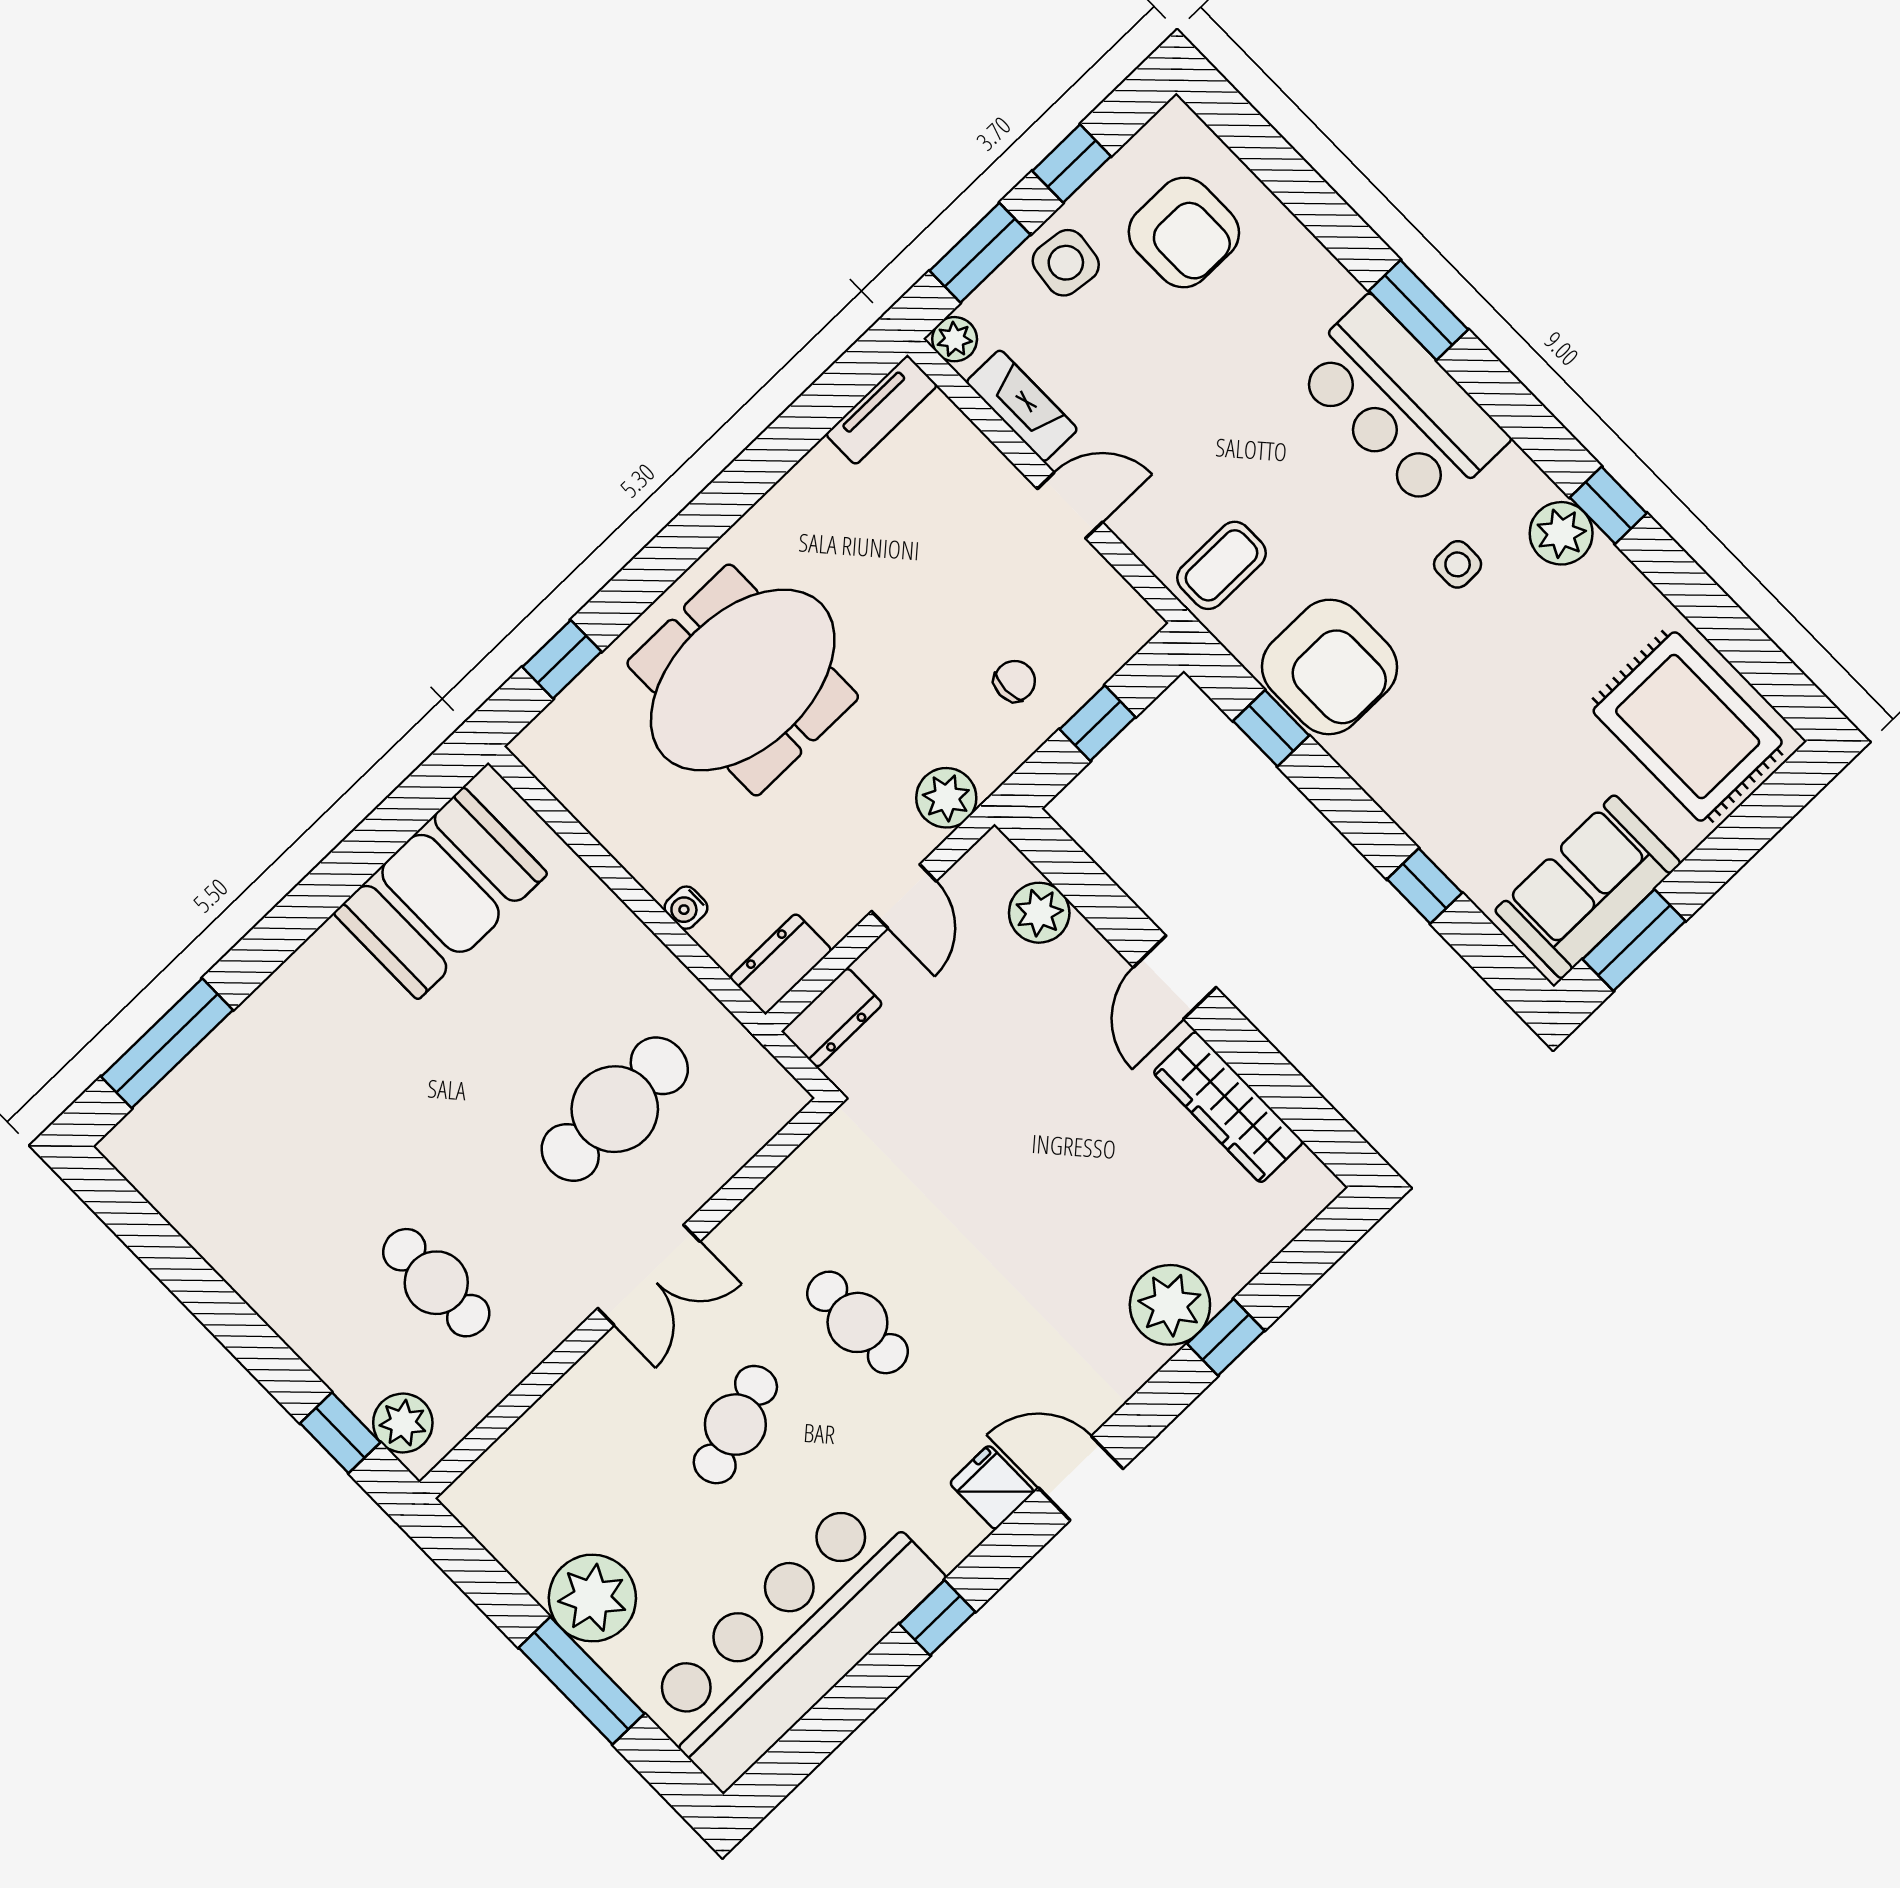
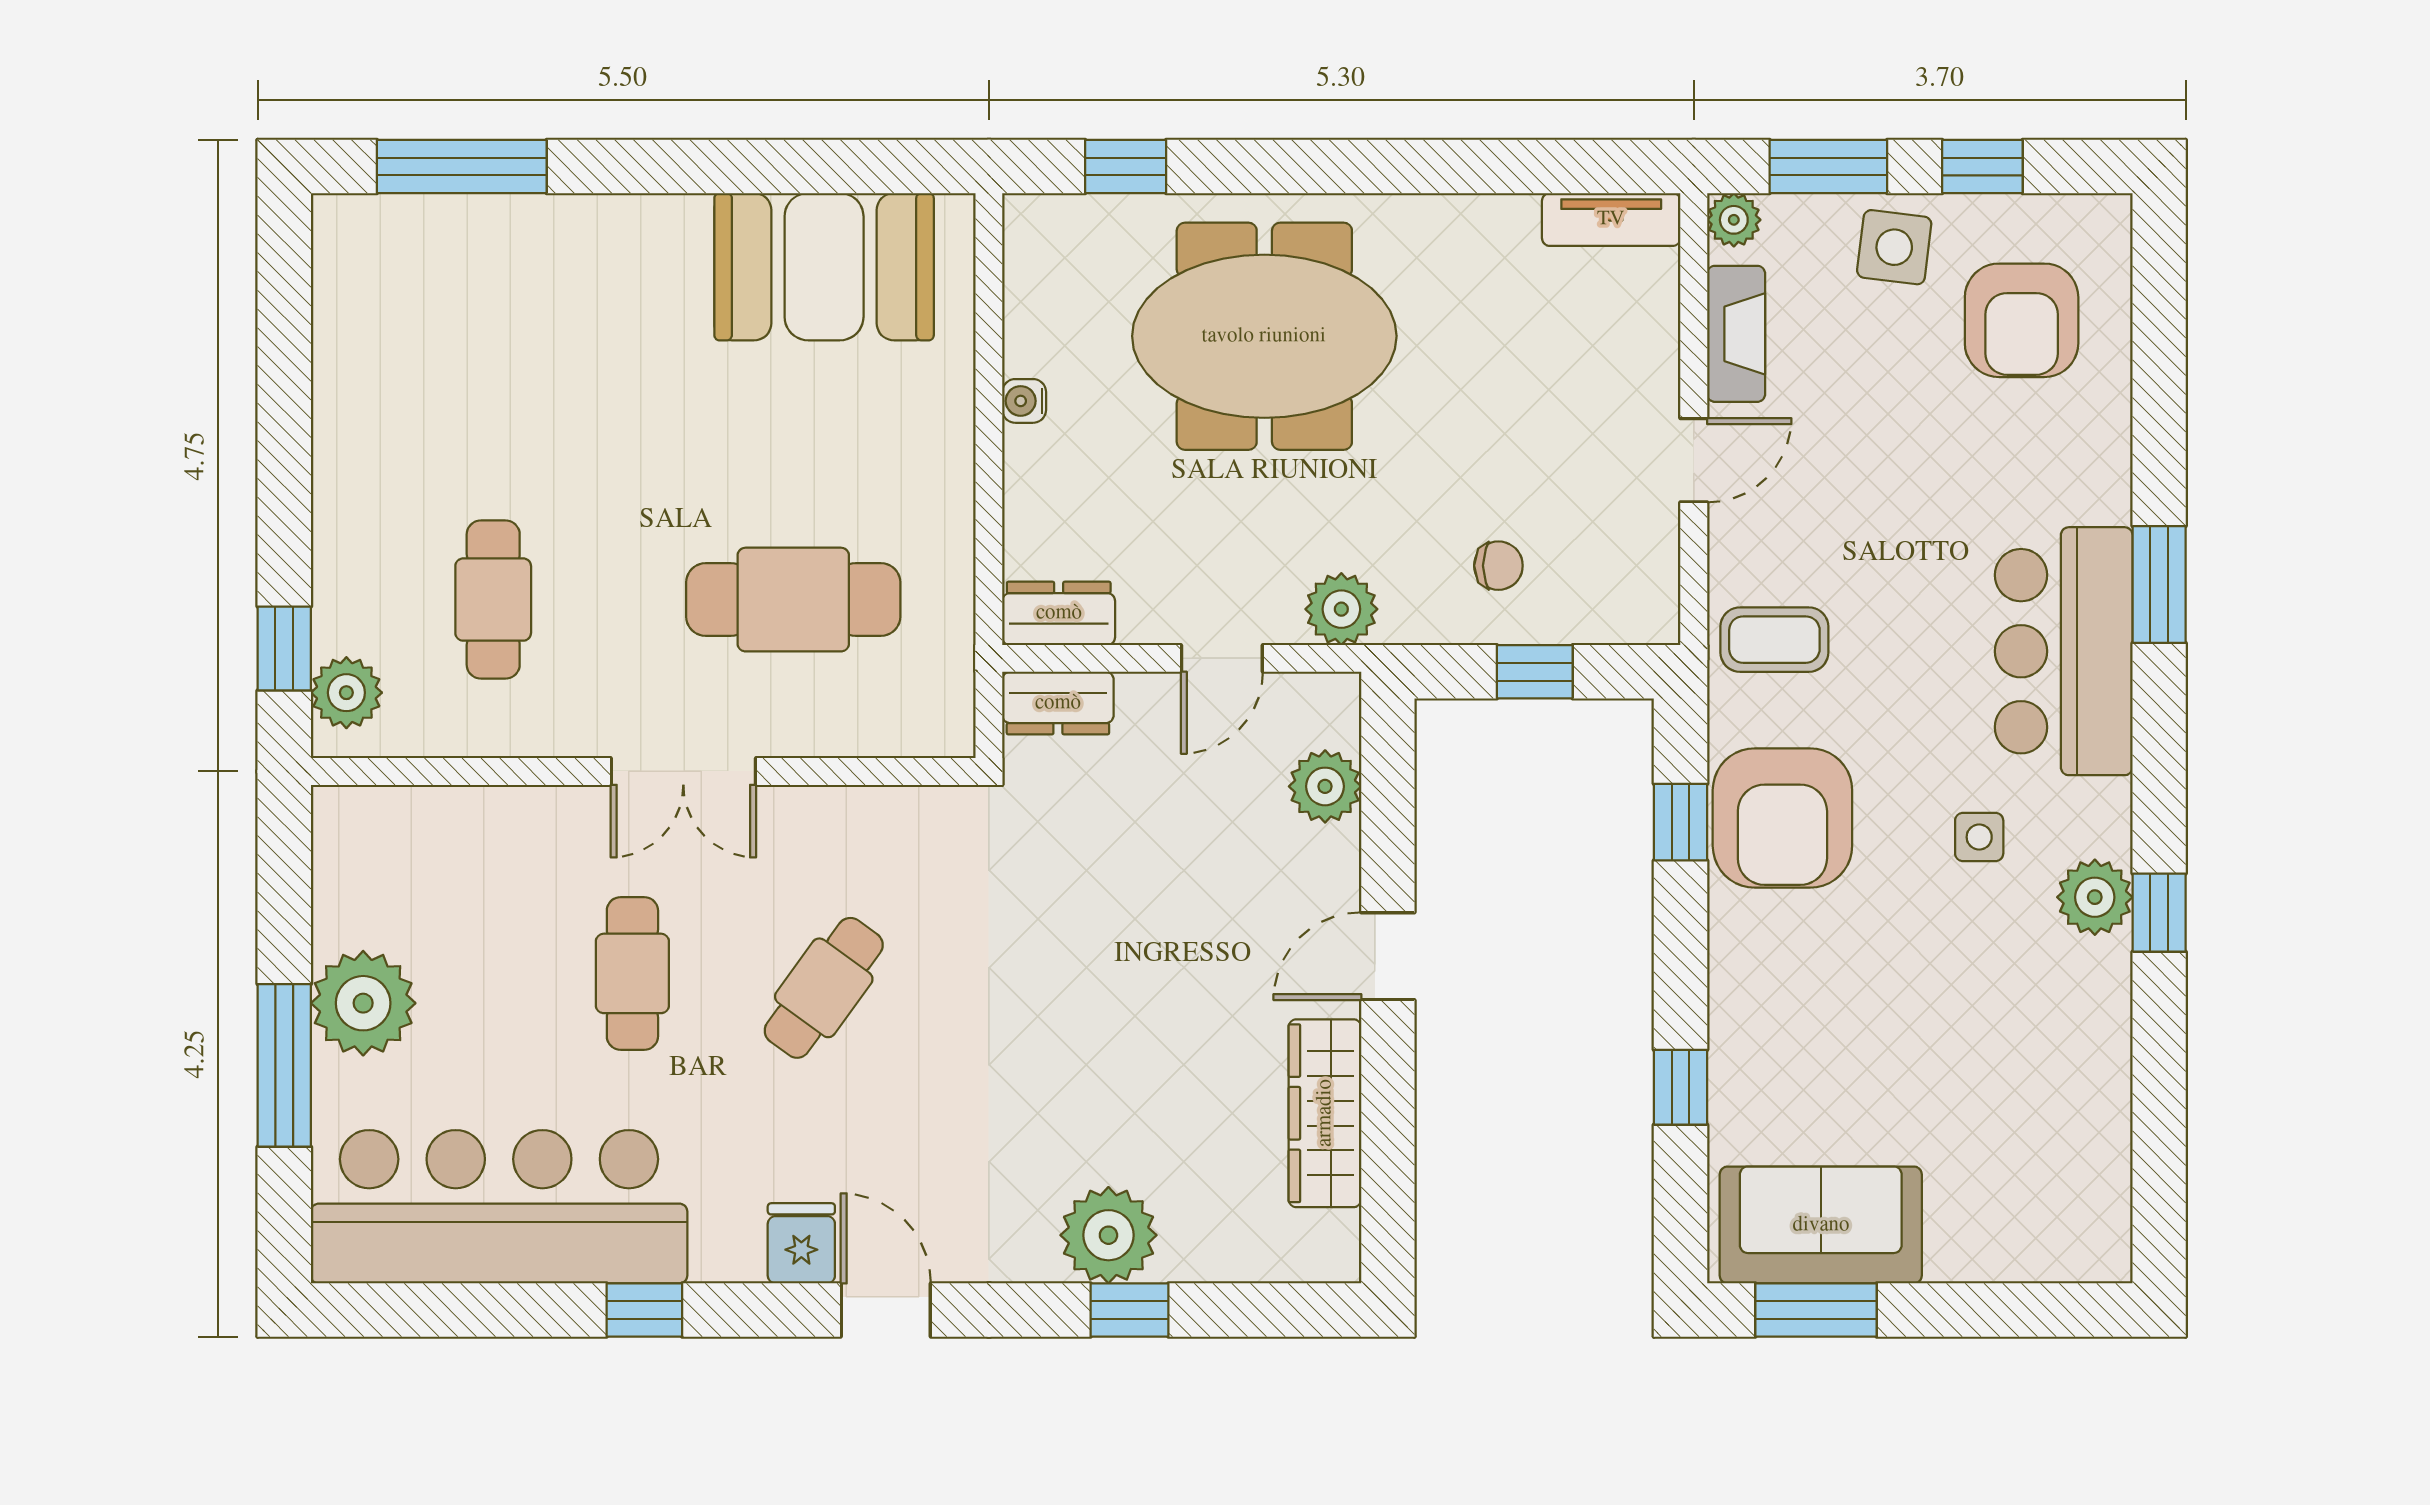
door: (1070, 505) -> (1694, 460), hinge flipped
rug: (1688, 727) -> (2042, 1170), removed
water cooler: (686, 908) -> (1024, 401), moved
cafe table: (857, 1322) -> (824, 988), turned 36
cafe table: (735, 1425) -> (632, 973), turned -72

